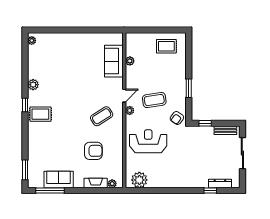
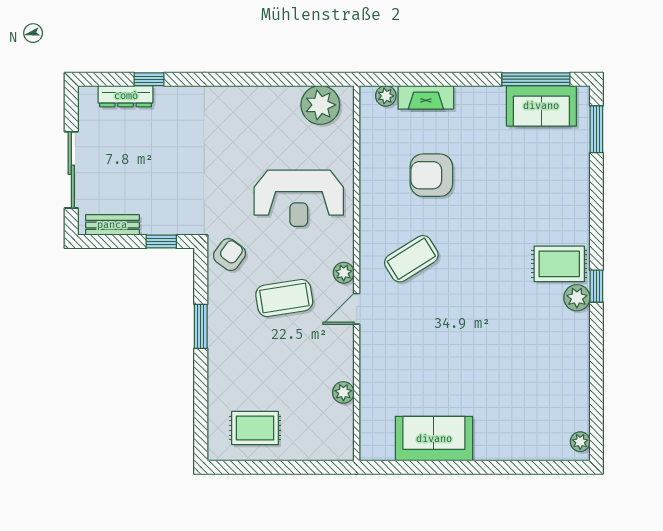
sofa: (114, 61) -> (434, 439), moved, turned -90
plant: (33, 85) -> (577, 298), moved
sofa: (59, 180) -> (541, 106), moved

